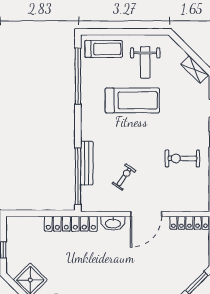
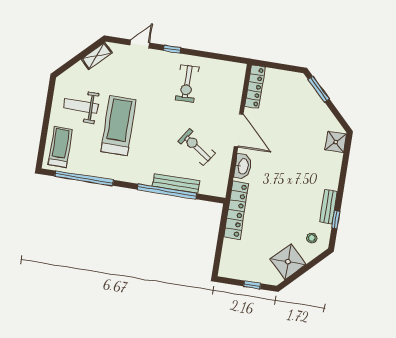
weight bench: (145, 62) -> (81, 106), turned 180
window: (78, 176) -> (167, 191), moved
exercise bike: (124, 177) -> (197, 147), width x1.38, depth x1.39

